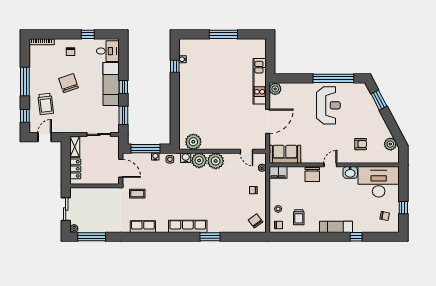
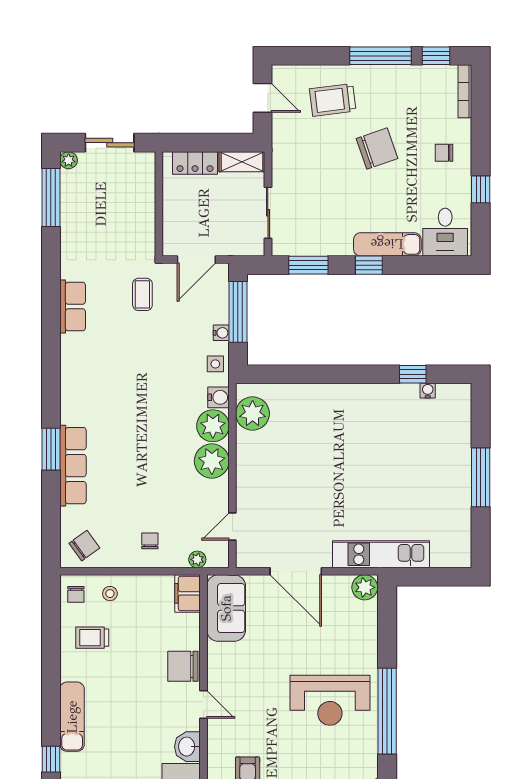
exam couch: (111, 84) -> (387, 244), width x0.73, depth x0.69
window: (25, 116) -> (436, 56), moved
row of seats: (188, 226) -> (73, 466), moved

